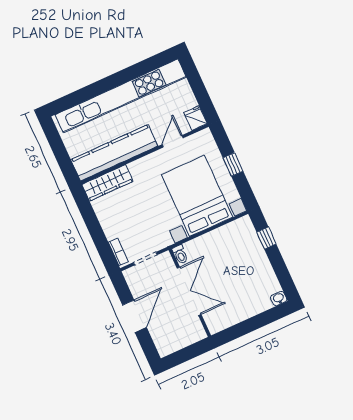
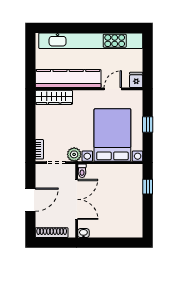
plant: (162, 239) -> (74, 154), added
washbasin: (279, 298) -> (83, 233), moved
shoe rack: (177, 344) -> (52, 233), added

